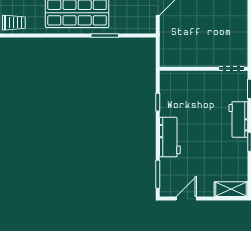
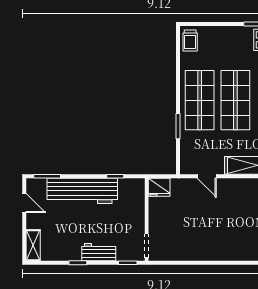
fridge: (169, 55) -> (159, 187), added
workbench: (170, 137) -> (82, 191), width x1.88, depth x1.32

